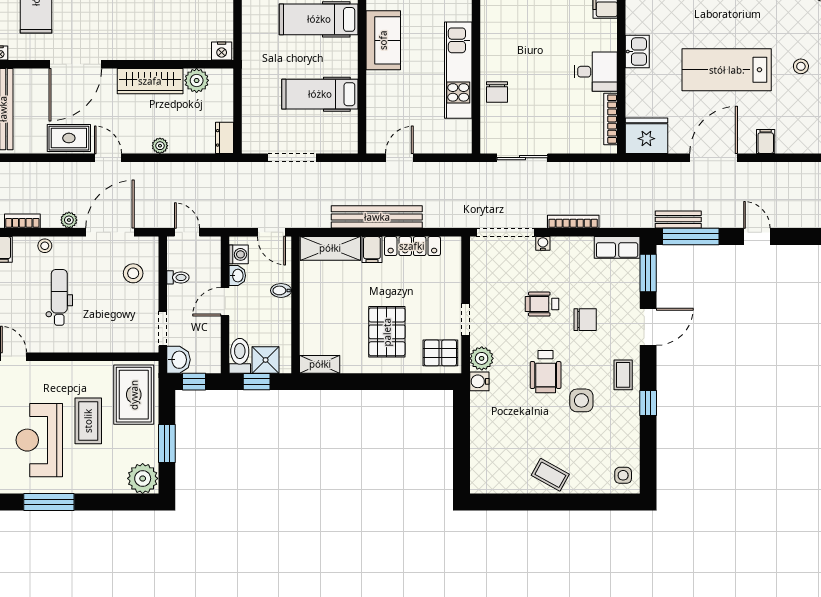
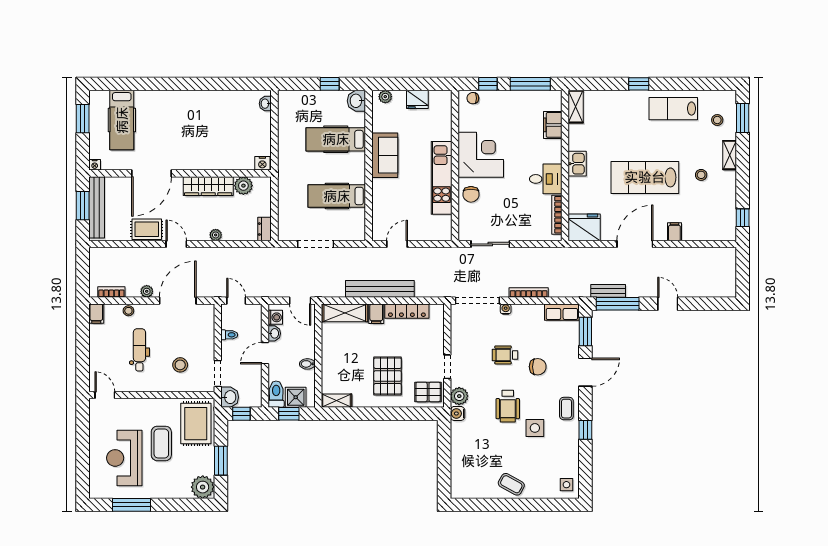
corner desk: (510, 40) -> (481, 155), added
stool: (133, 273) -> (180, 365), moved
bidet: (281, 290) -> (307, 364), moved

